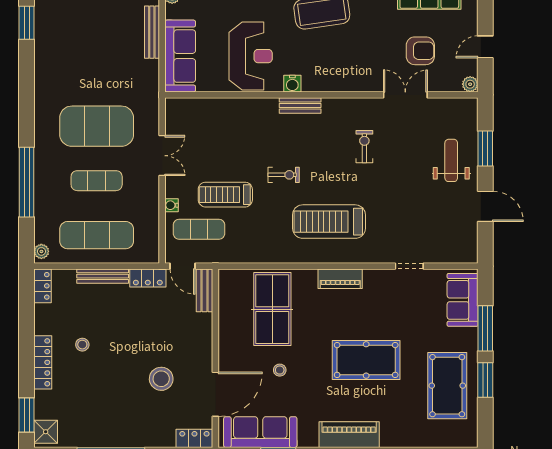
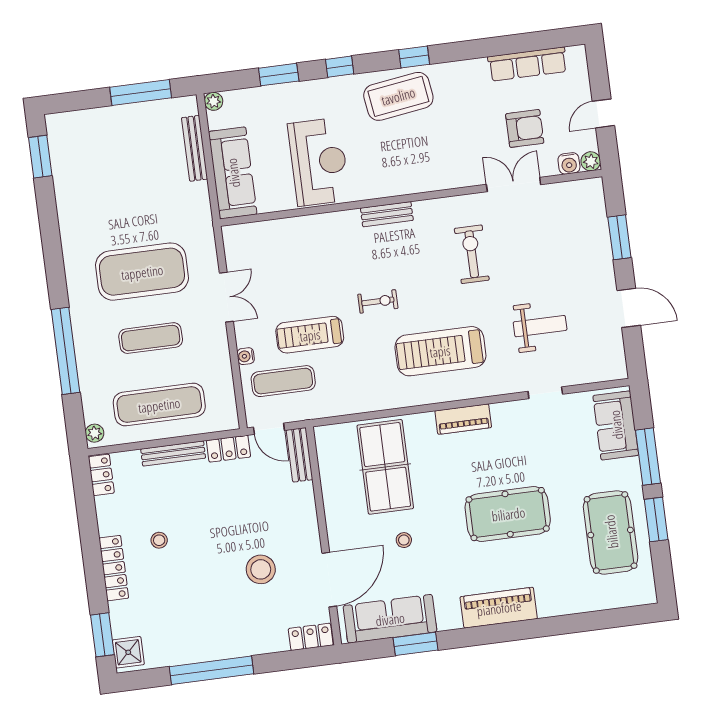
water cooler: (292, 84) -> (569, 163), moved
exercise bike: (364, 147) -> (472, 254), width x1.38, depth x1.39
weight bench: (451, 160) -> (540, 326), moved, turned 90

